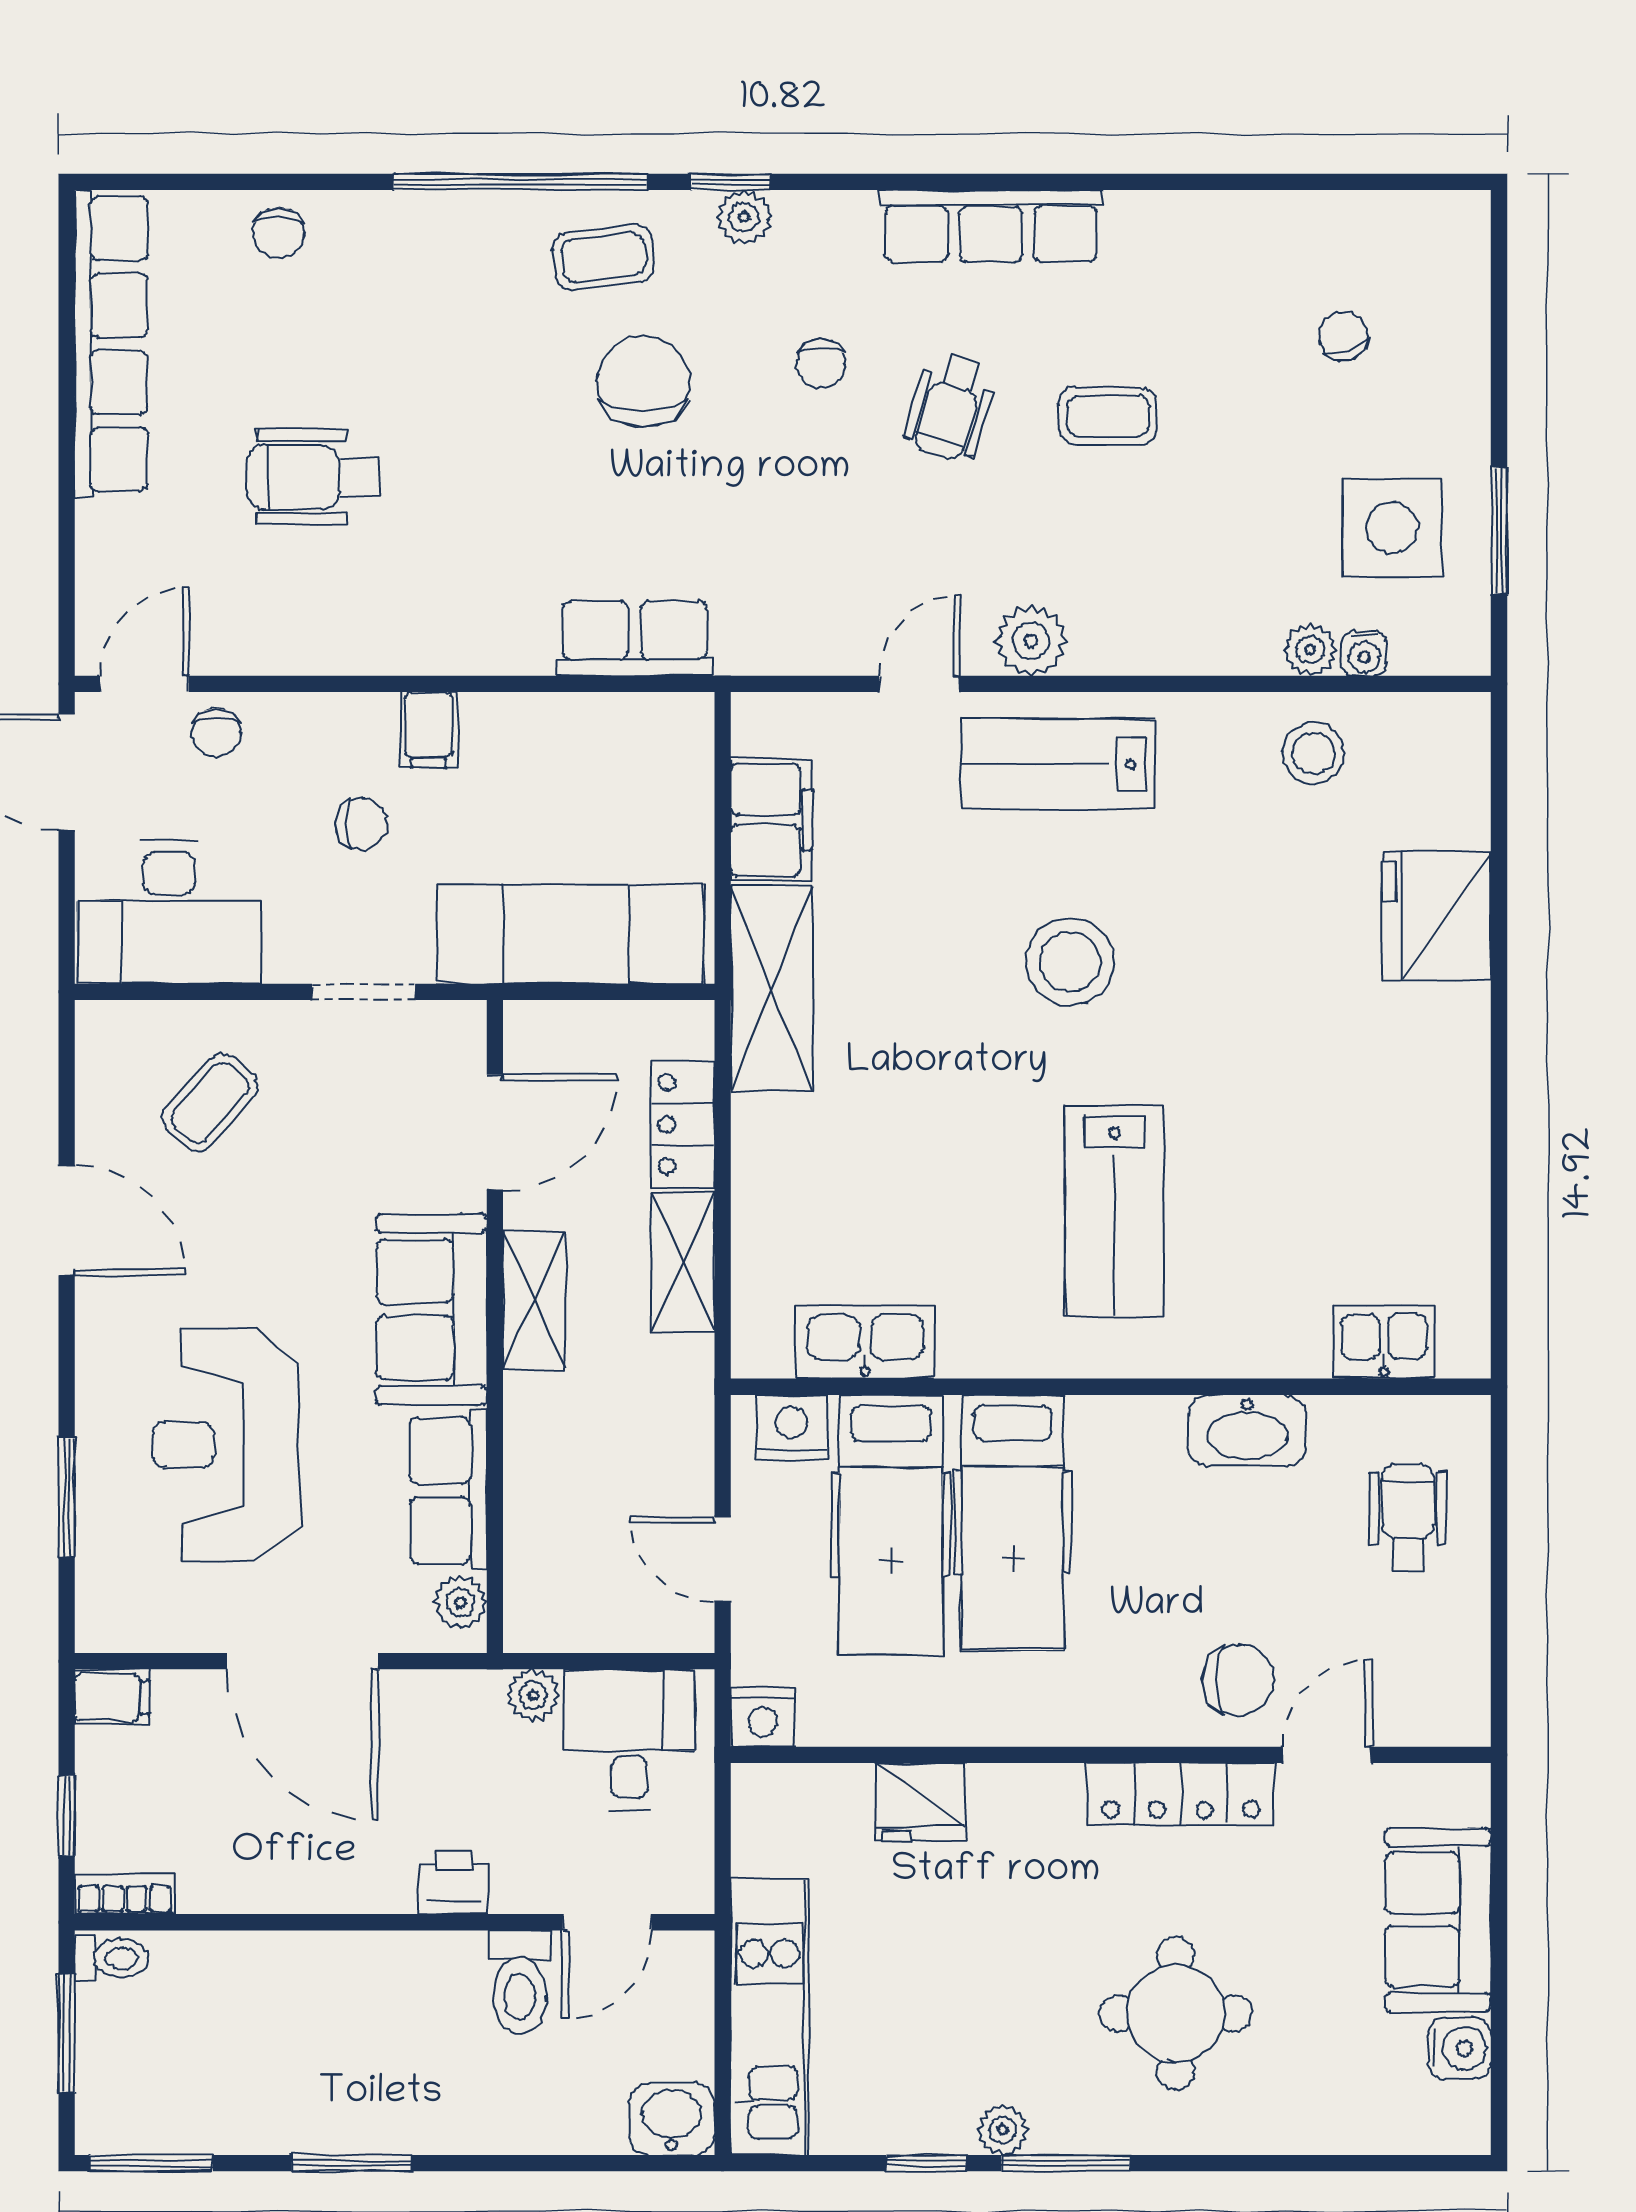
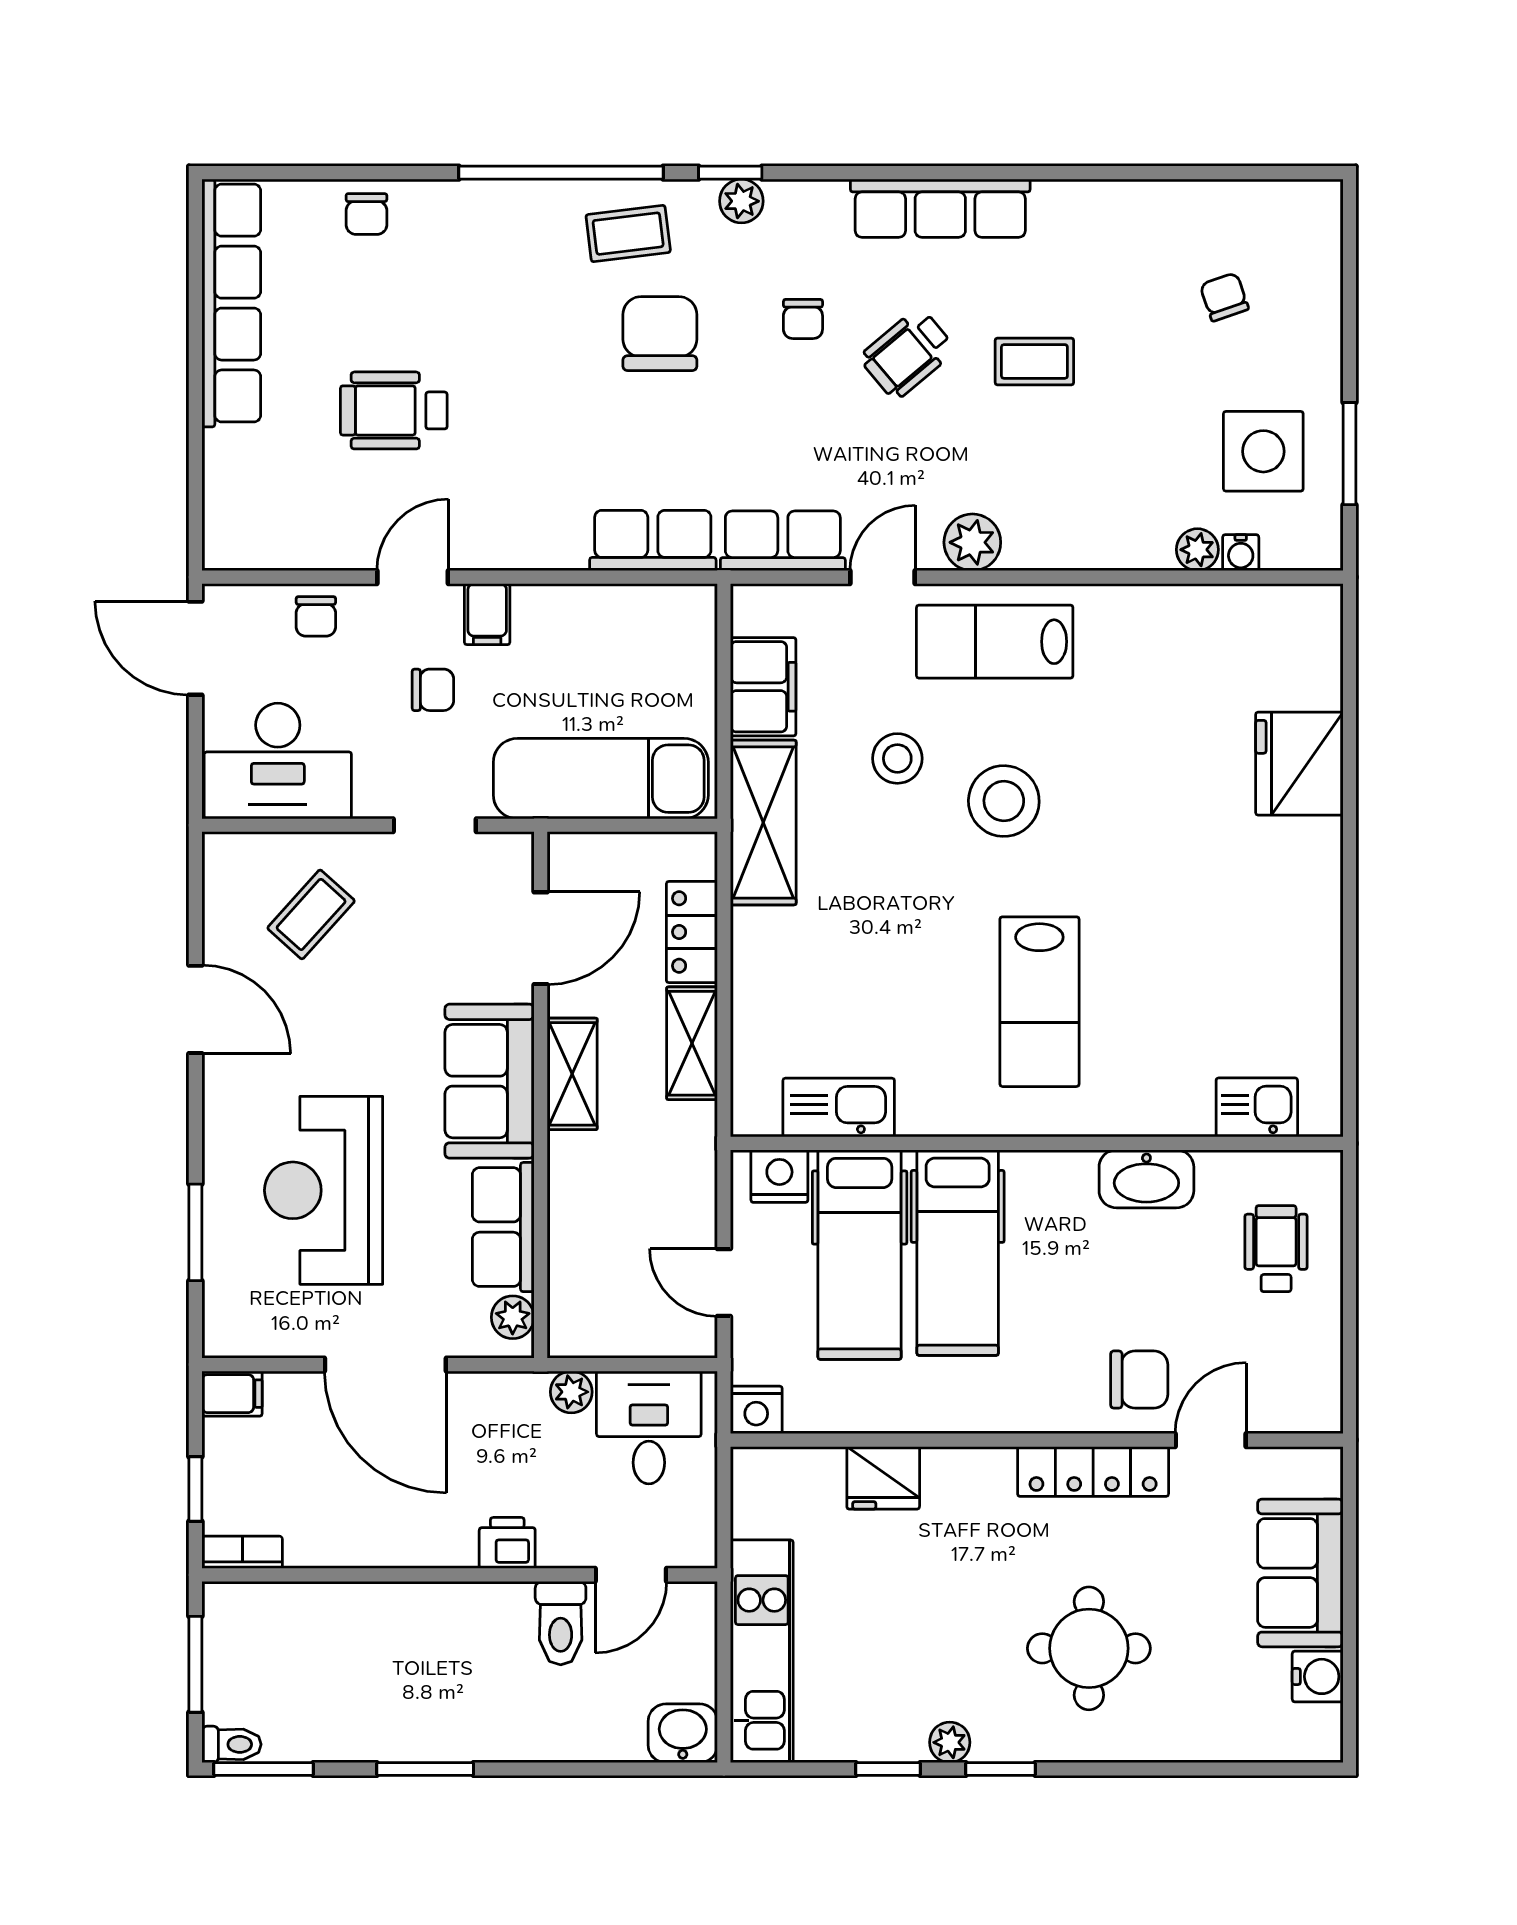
wheelchair: (950, 406) -> (907, 354), turned 33
row of seats: (796, 639) -> (783, 541), added
door: (144, 684) -> (413, 577), moved
stool: (1314, 753) -> (897, 758), moved
toilet: (111, 1958) -> (231, 1744), moved
window: (1066, 2163) -> (1000, 1769), width x0.67

